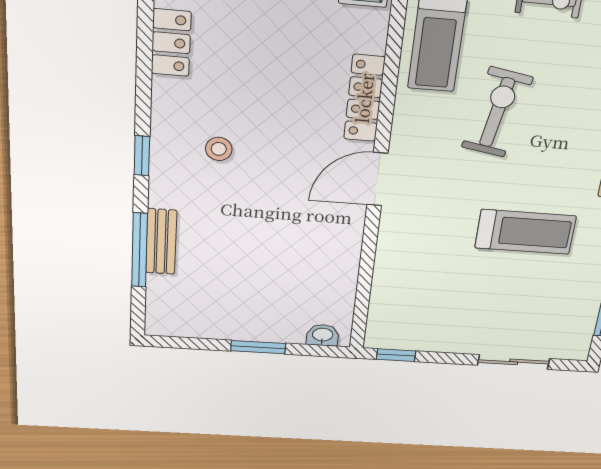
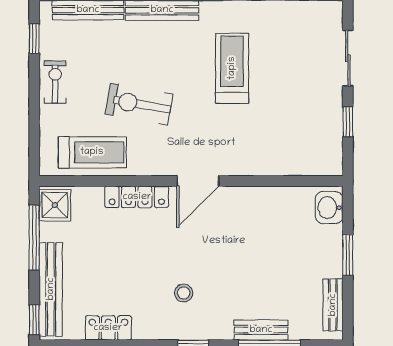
door: (377, 179) -> (198, 181), hinge flipped
bench: (192, 327) -> (333, 305), added
washbasin: (323, 335) -> (329, 208), width x1.38, depth x1.45
window: (396, 355) -> (348, 122), moved

